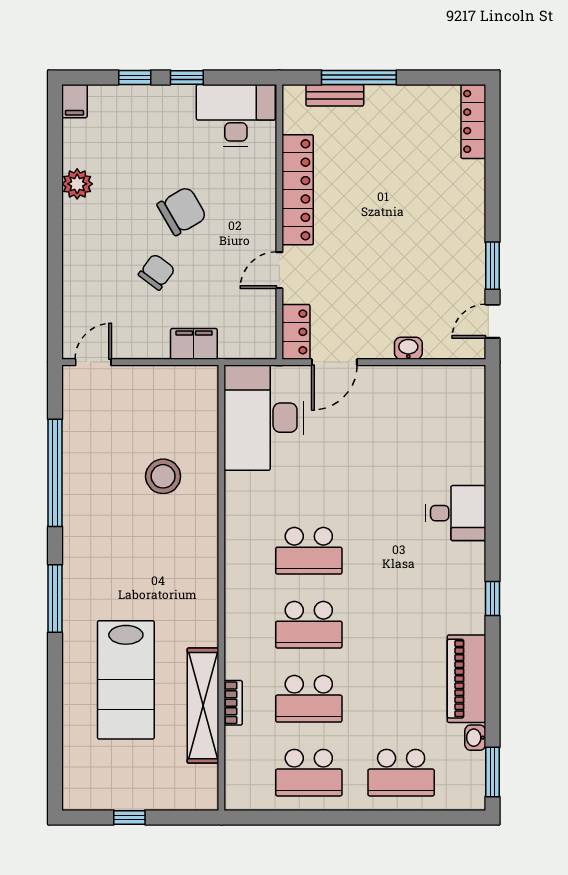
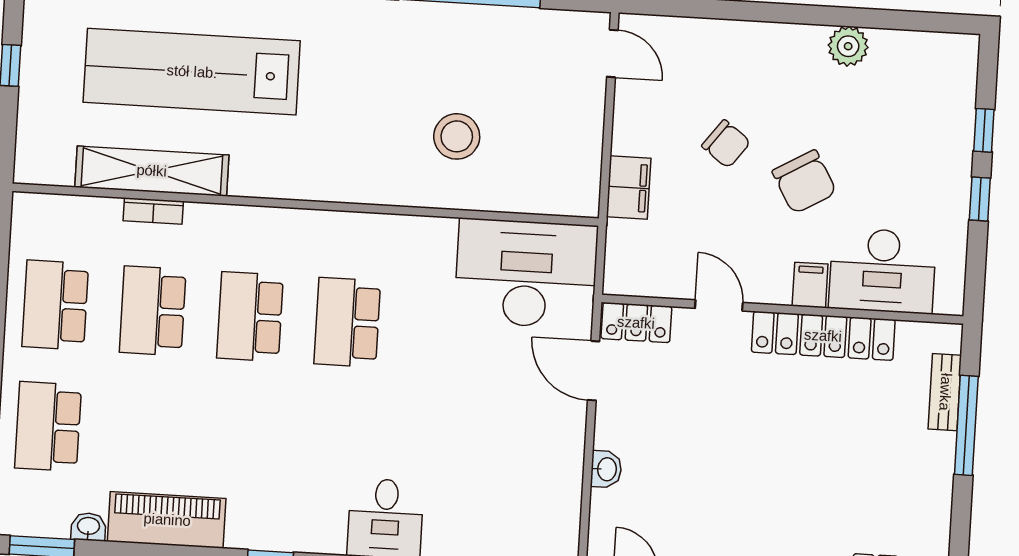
filing cabinet: (74, 101) -> (810, 285), moved, turned 90
desk: (236, 115) -> (882, 271), moved, turned 90
lab bench: (126, 680) -> (192, 72), width x1.36

